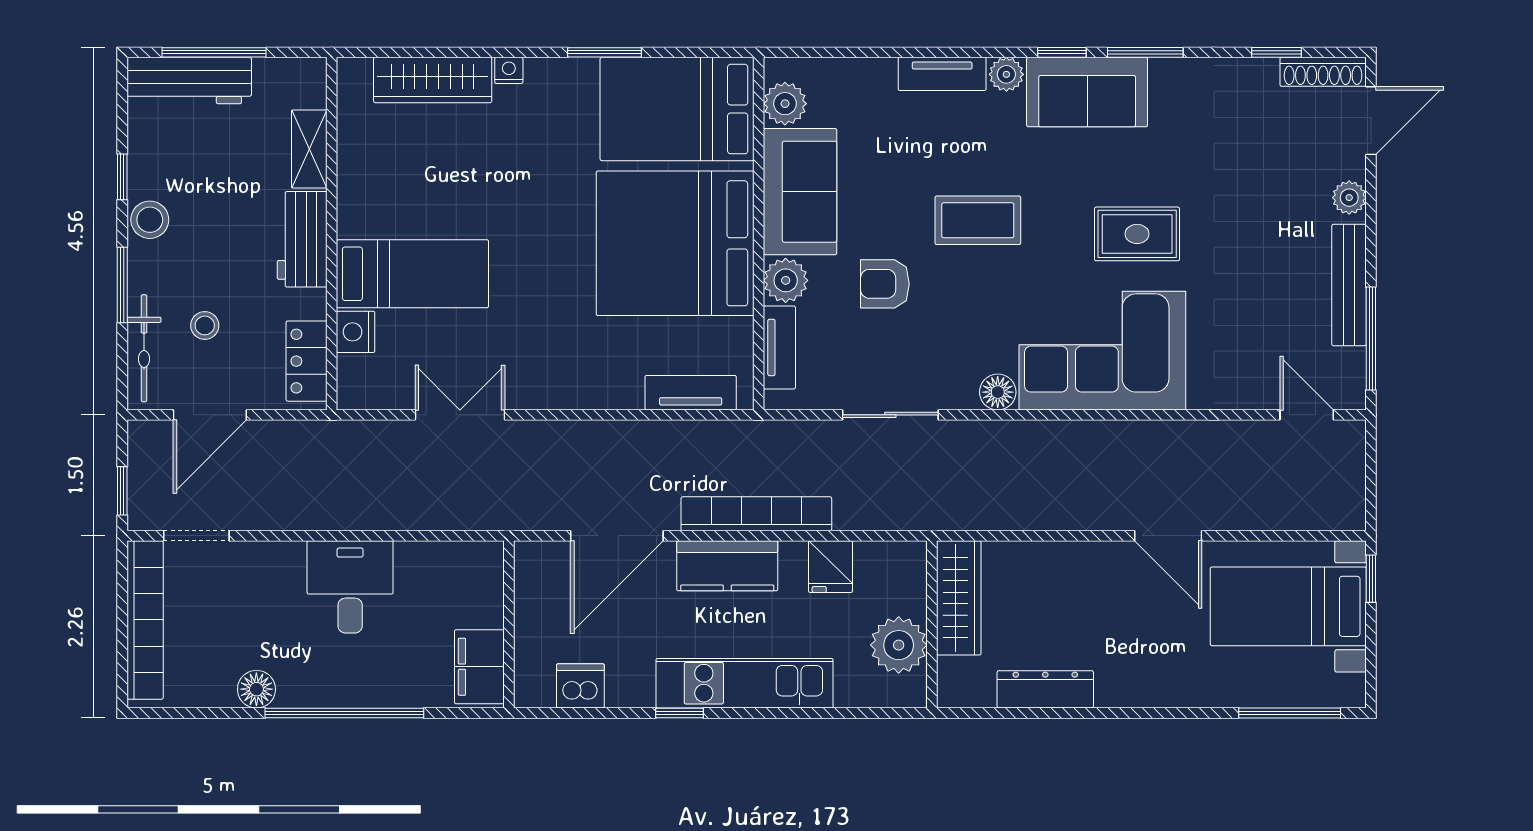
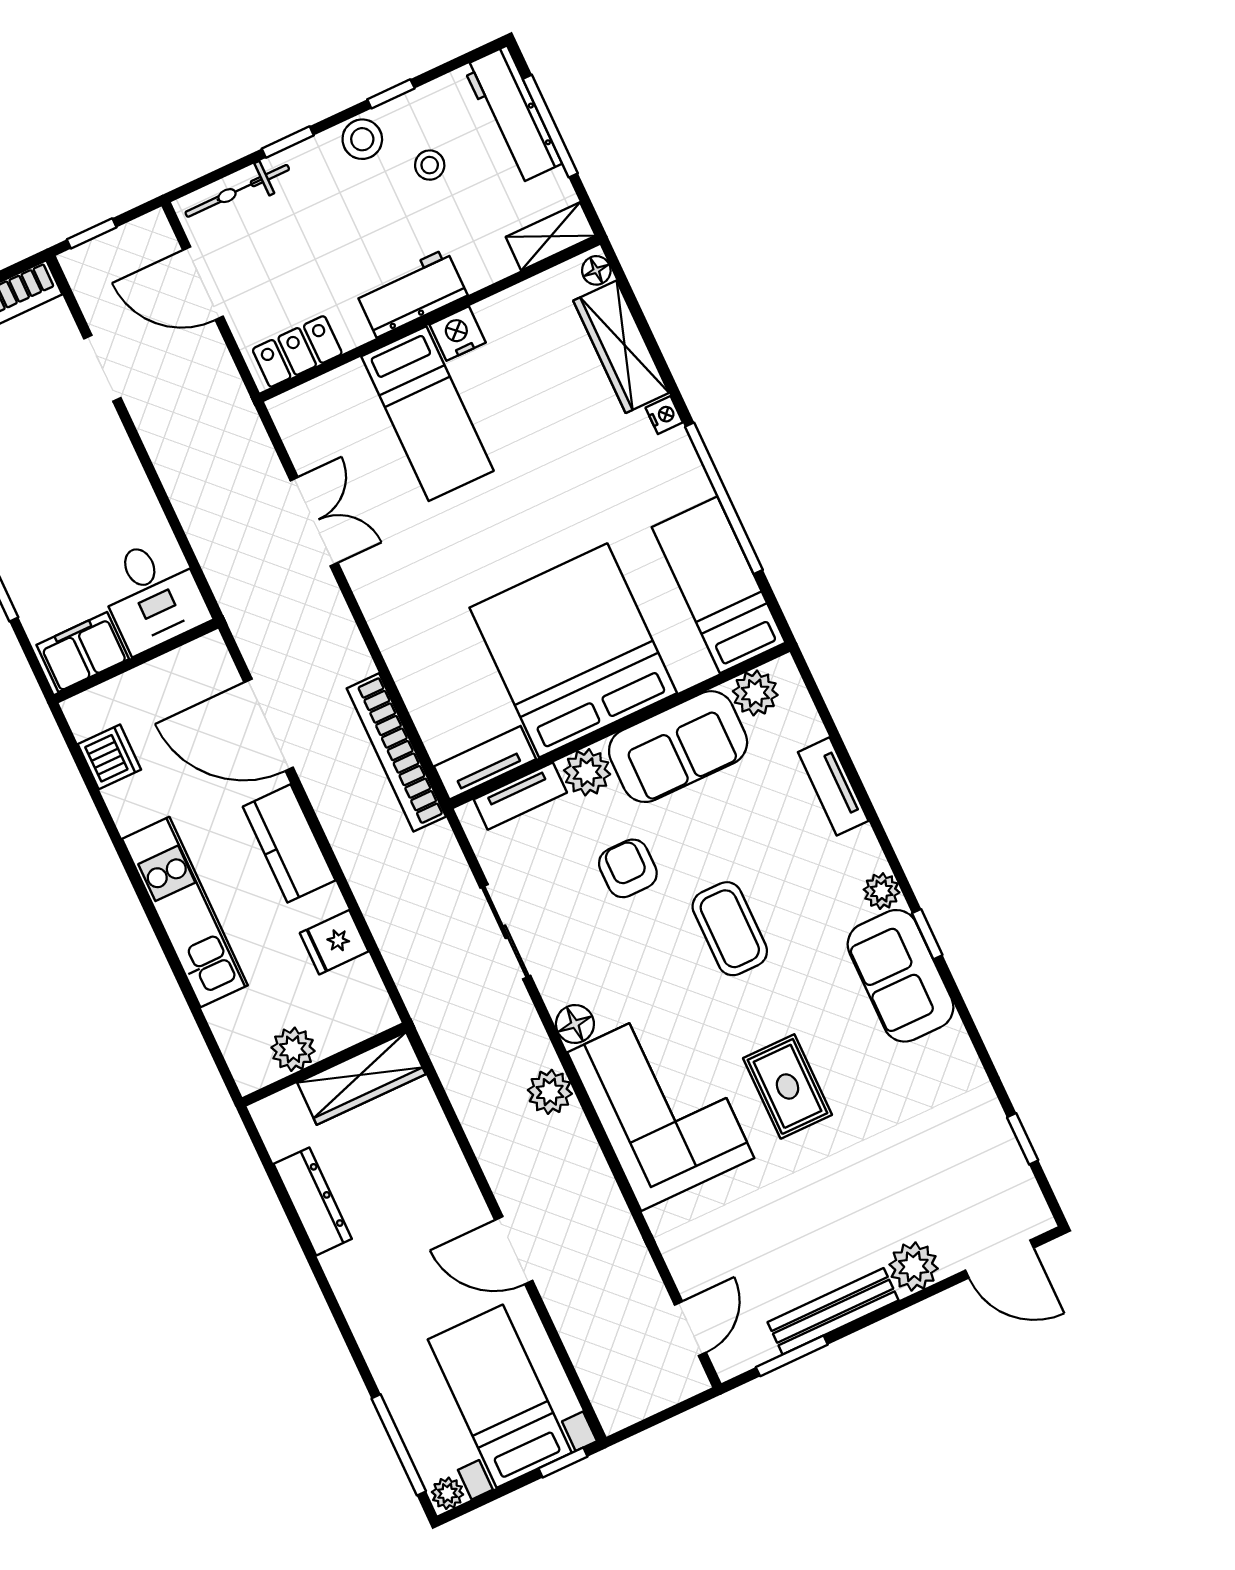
window: (605, 52) -> (724, 498), width x2.11
window: (1145, 52) -> (964, 1014), removed
floor lamp: (357, 71) -> (596, 270), added
shoe rack: (1323, 72) -> (1025, 1192), removed
tv unit: (942, 74) -> (833, 786), moved
bed: (677, 109) -> (719, 585), width x0.67
shelving: (309, 149) -> (551, 236), moved
plant: (1349, 198) -> (914, 1267), width x1.38, depth x1.38
window: (122, 285) -> (288, 142), width x0.67
stool: (205, 325) -> (430, 165), moved
nightstand: (356, 332) -> (458, 334), moved
window: (1371, 338) -> (792, 1356), width x0.69
tv unit: (691, 393) -> (485, 763), moved, turned -90
plant: (1046, 441) -> (550, 1092), added
bookcase: (756, 514) -> (396, 752), moved, turned 180
doorway: (196, 536) -> (102, 368), moved
door: (1168, 536) -> (514, 1250), hinge flipped
desk: (350, 587) -> (152, 594), moved, turned 90
plant: (899, 645) -> (293, 1049), width x0.73, depth x0.73
plant: (1351, 690) -> (447, 1493), added
window: (680, 713) -> (128, 863), removed

